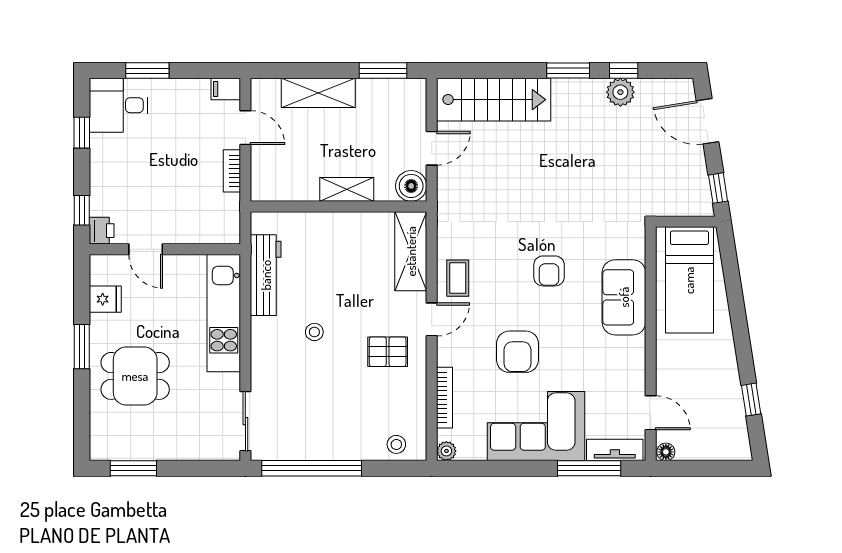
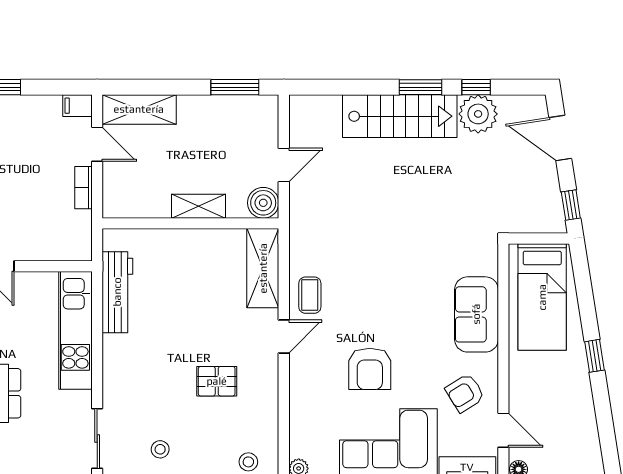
plant: (620, 92) -> (478, 114), width x1.36, depth x1.36
shelving: (318, 93) -> (139, 109), moved
stairs: (494, 100) -> (400, 116), moved
armchair: (549, 271) -> (465, 393), moved, turned 58
stool: (314, 332) -> (160, 449), moved
pallet: (388, 352) -> (217, 381), moved
bookcase: (445, 398) -> (297, 415), removed
window: (751, 400) -> (594, 356), moved

